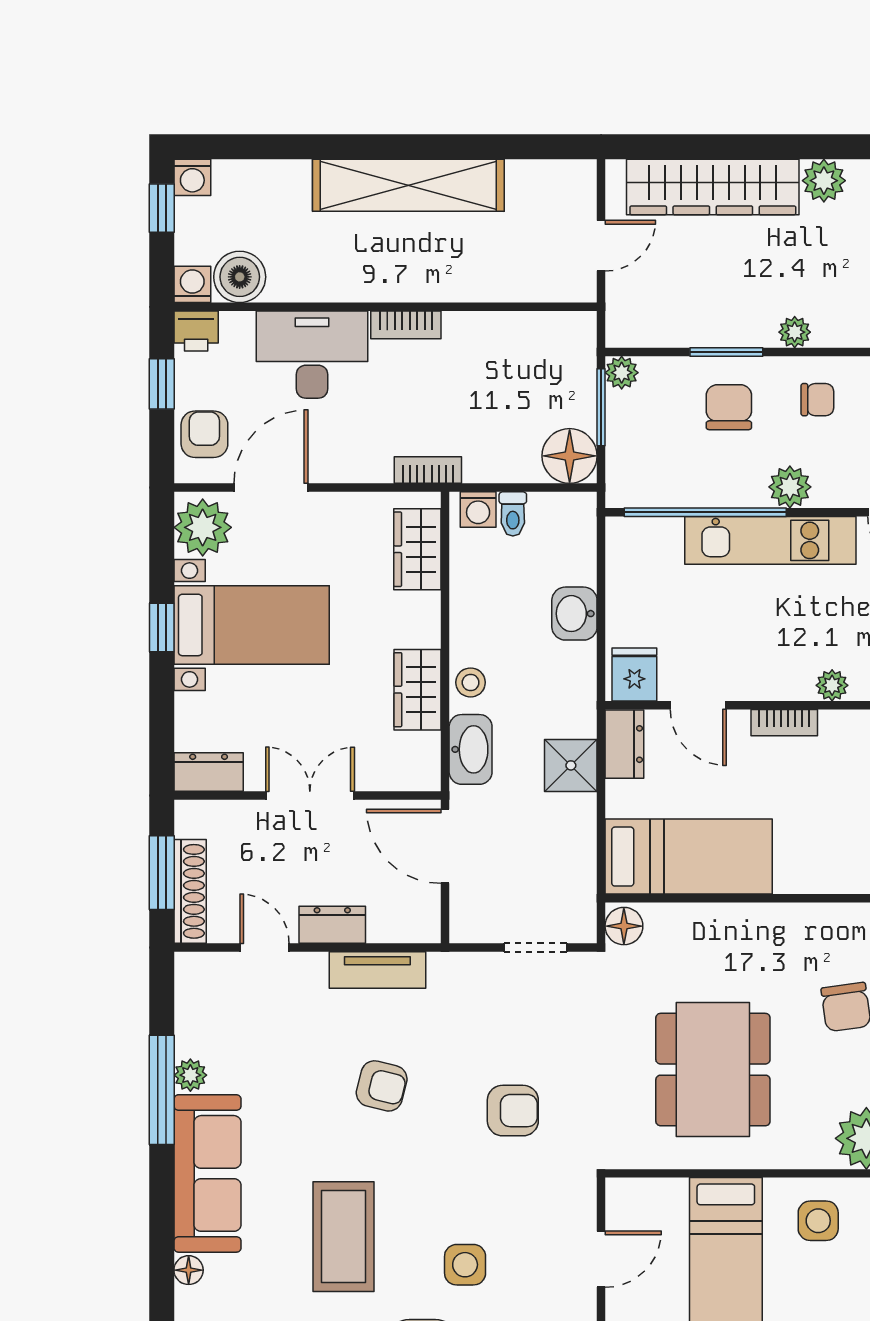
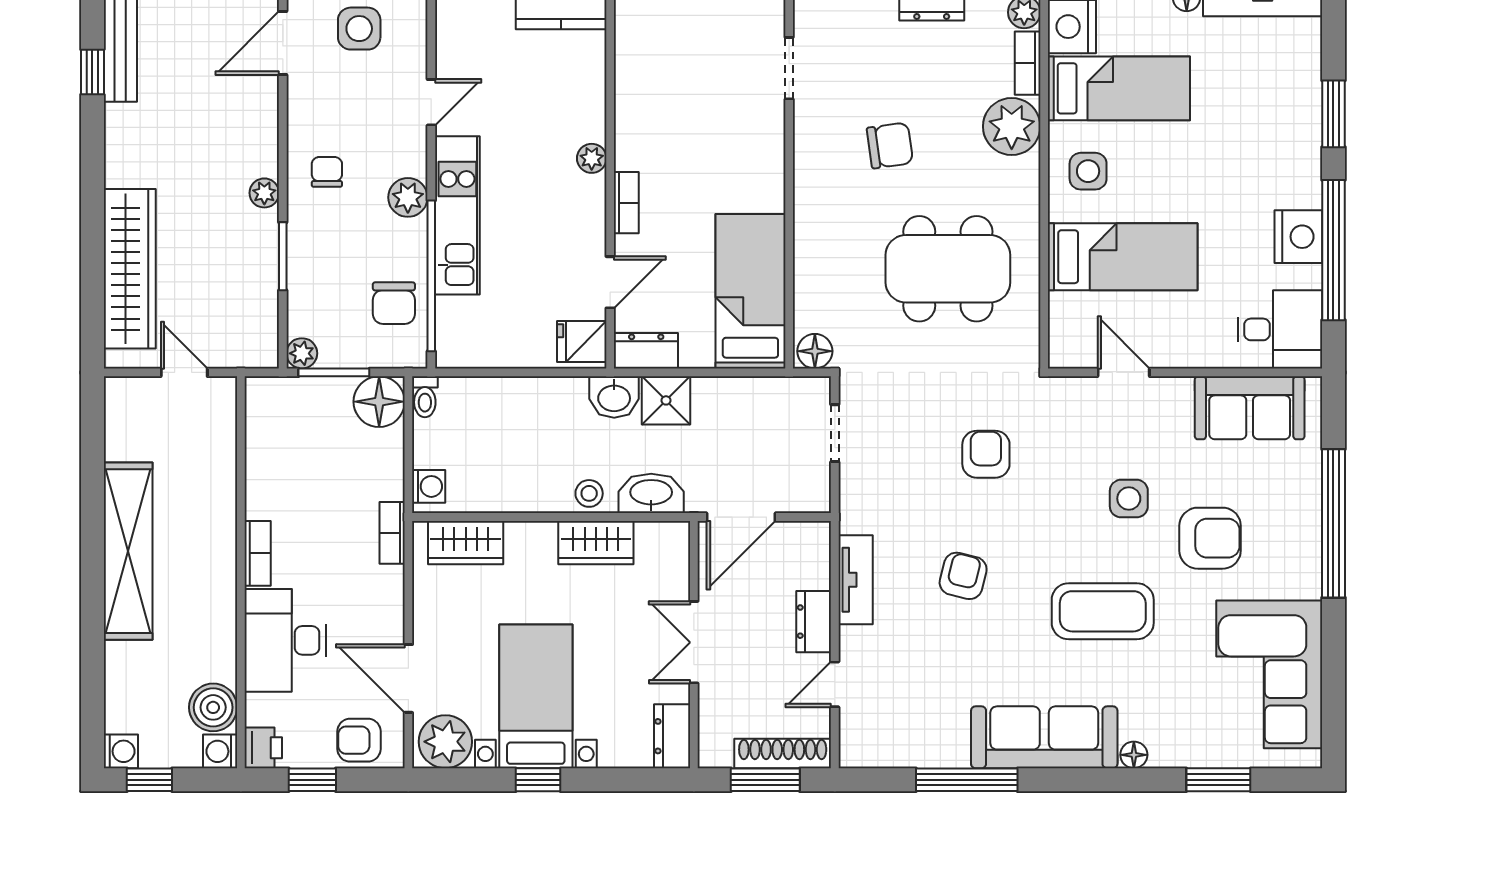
plant: (824, 181) -> (124, 166), removed
chair: (729, 407) -> (394, 303), moved, turned -90
toilet: (513, 514) -> (425, 397), moved, turned 90
washbasin: (574, 614) -> (614, 397), moved
plant: (190, 1075) -> (953, 753), removed

